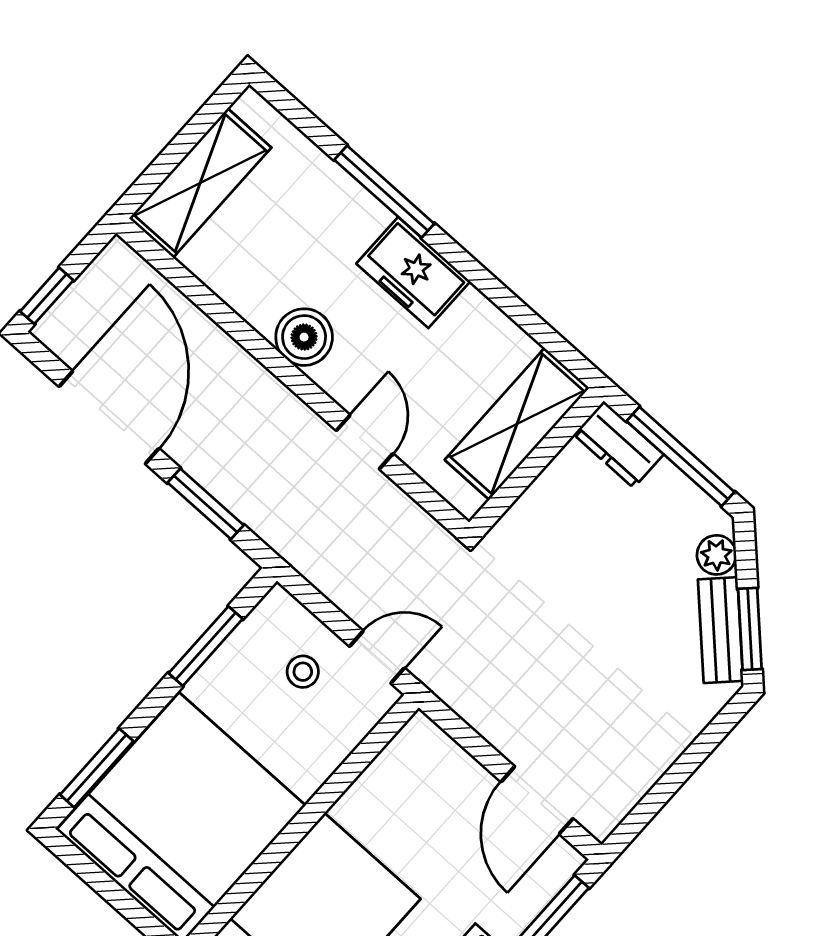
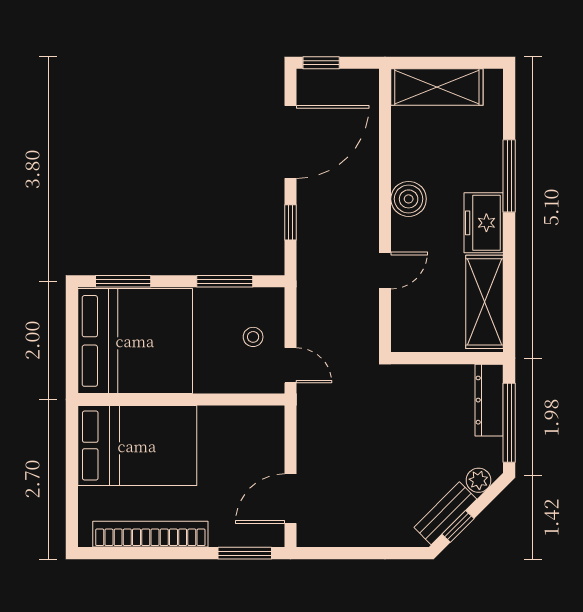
shelving: (517, 424) -> (485, 302), moved, turned 90
dresser: (619, 444) -> (489, 400), width x1.44
window: (206, 504) -> (291, 222), width x0.67
window: (750, 629) -> (458, 526), width x0.67

